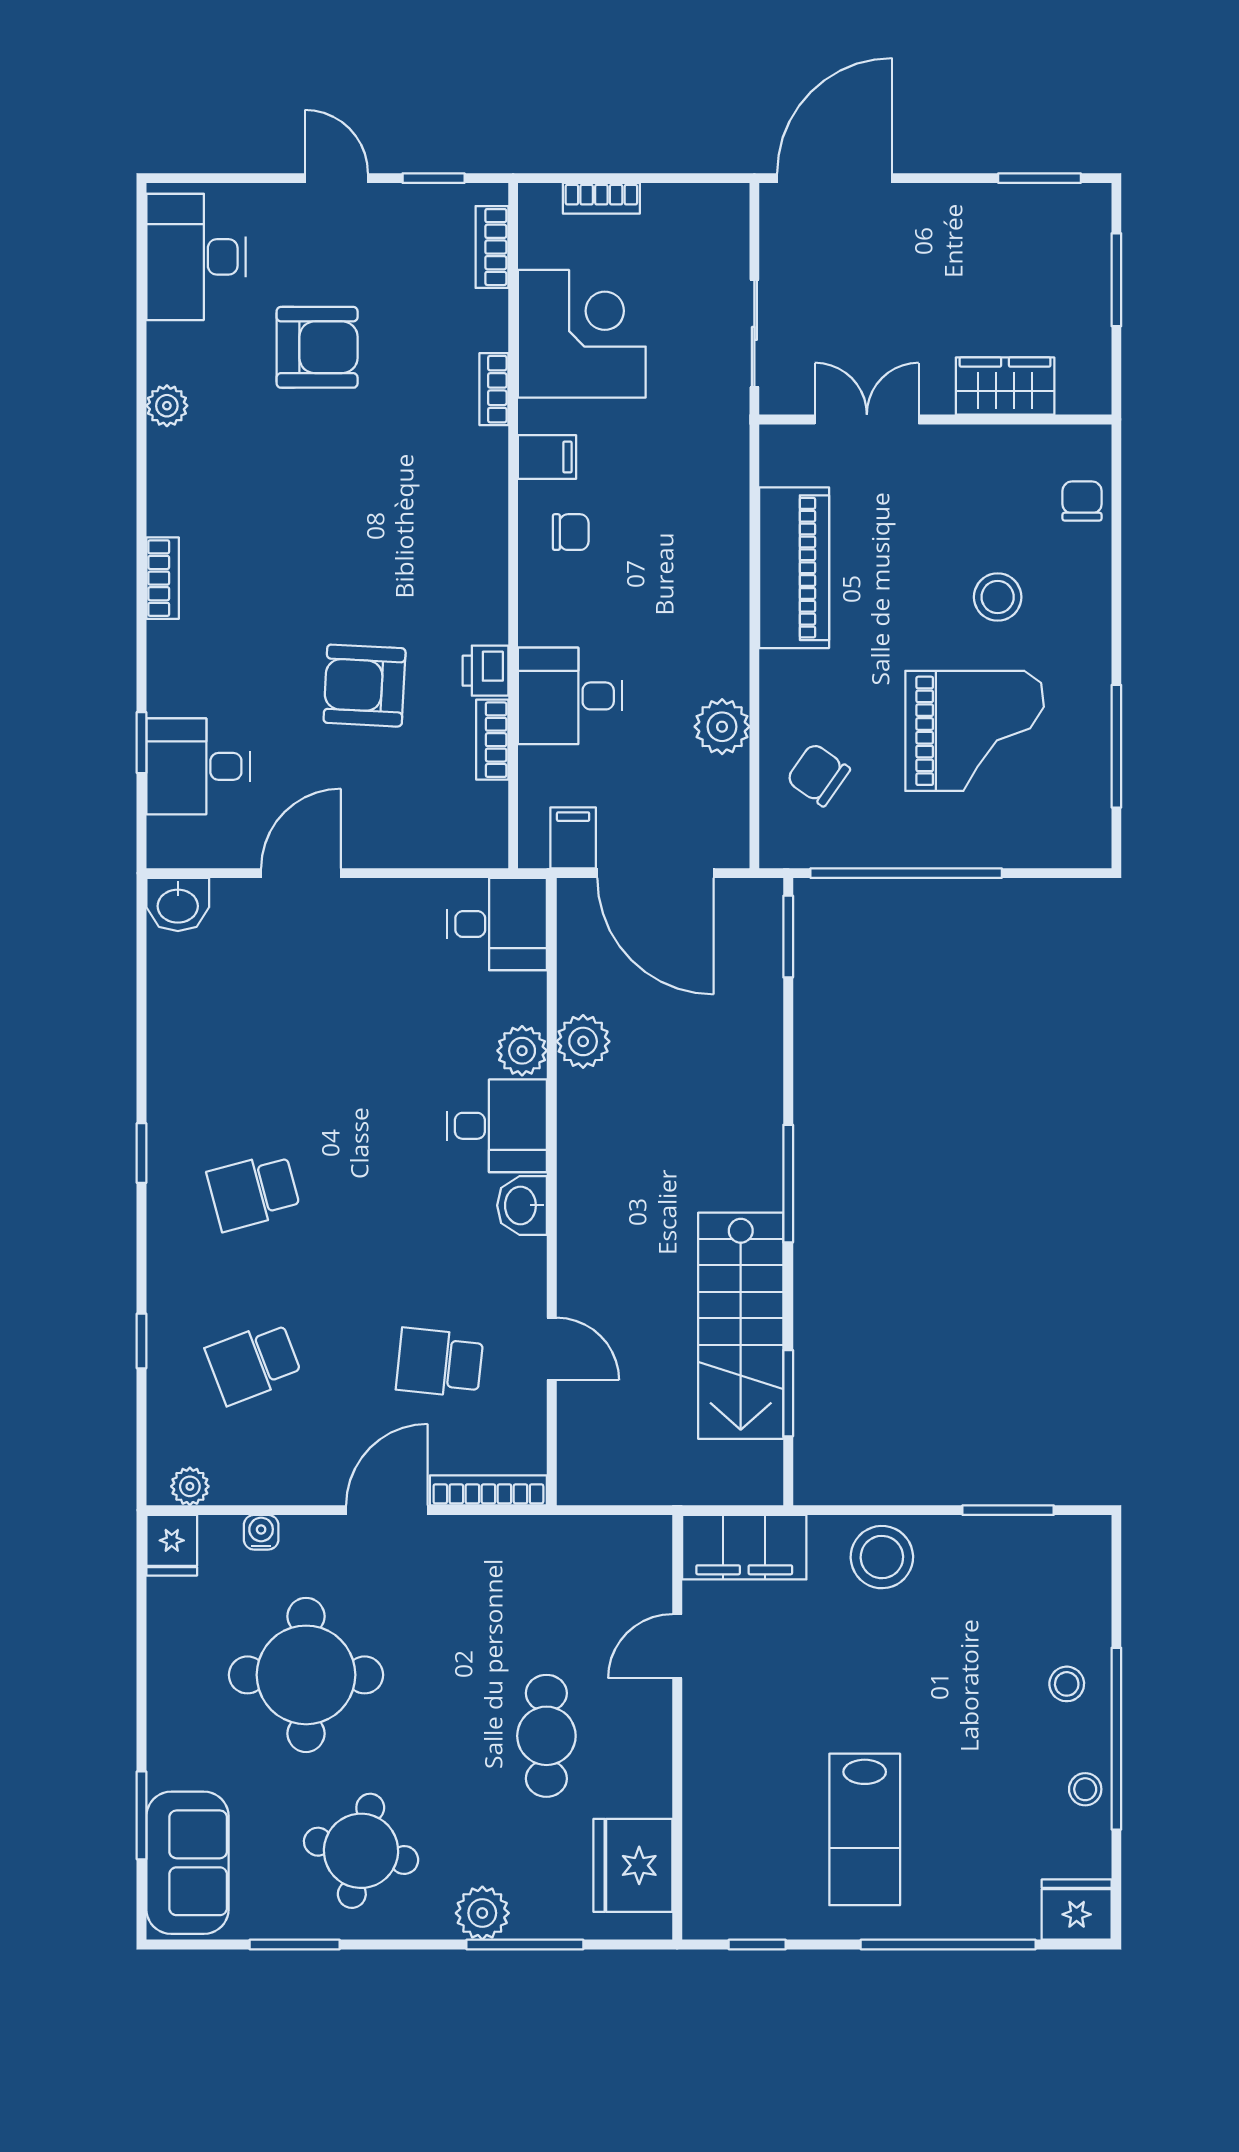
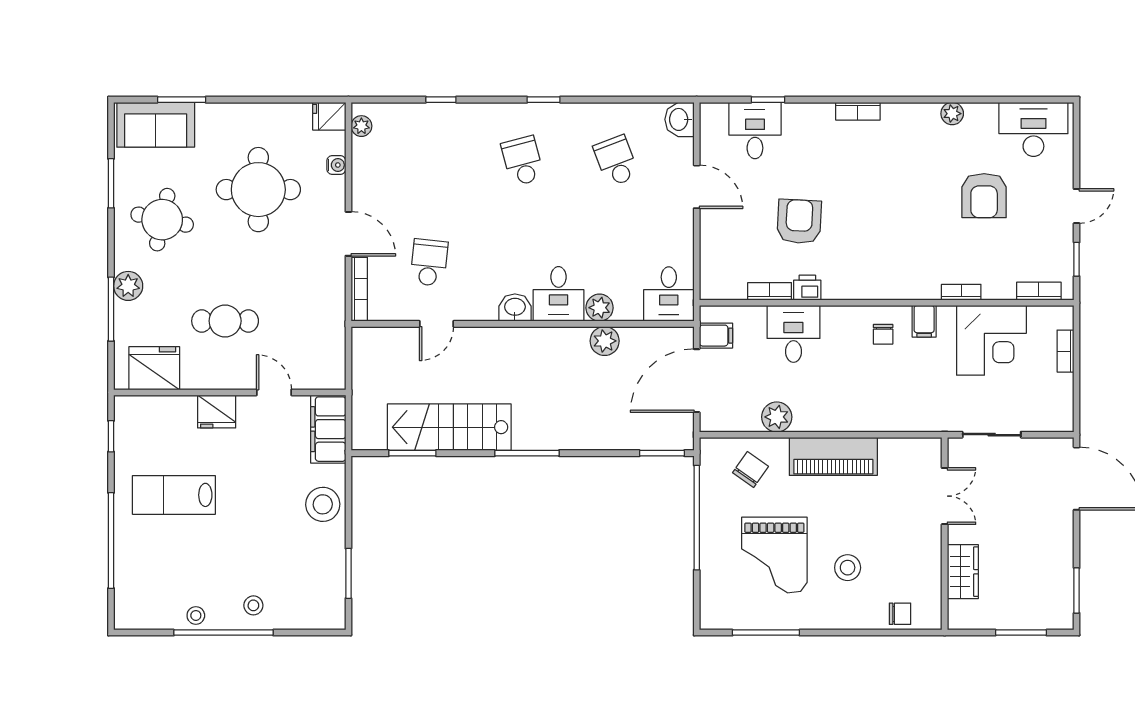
piano: (794, 568) -> (833, 456), moved
school desk: (254, 1363) -> (616, 161), moved
fridge: (1077, 1910) -> (217, 412), moved, turned 90

